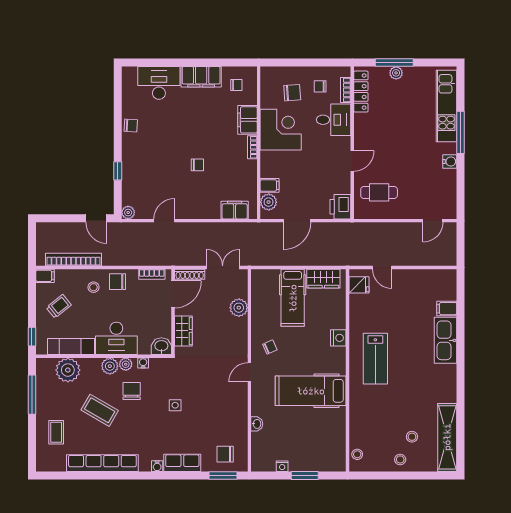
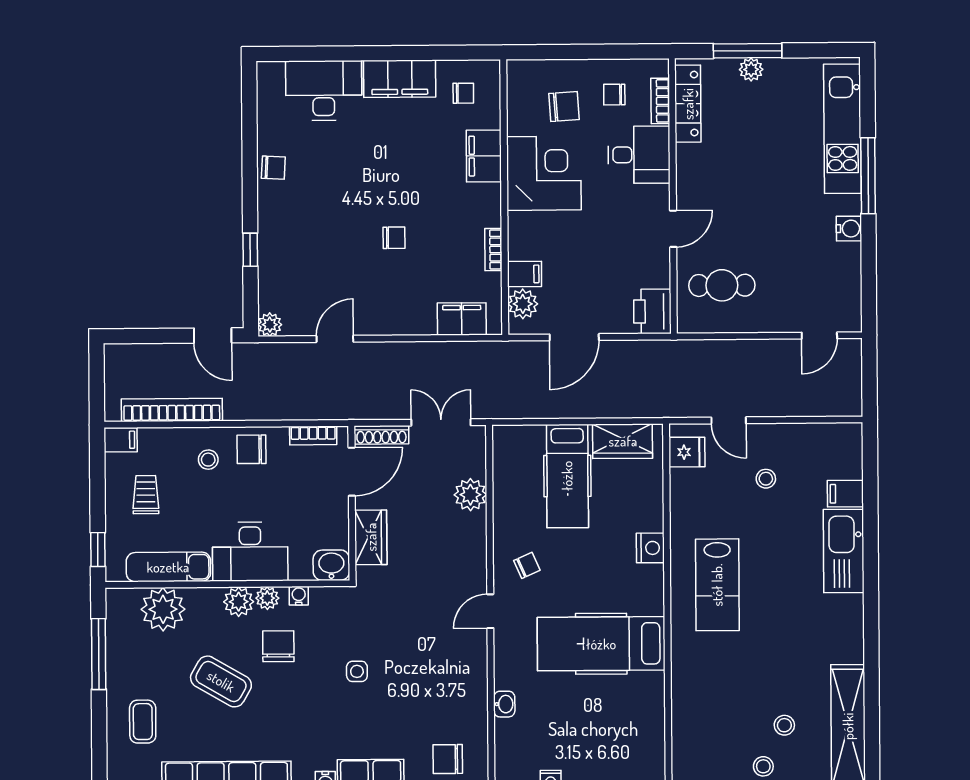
bookcase: (252, 147) -> (493, 250), moved
trolley: (59, 306) -> (146, 495), turned -51
stool: (357, 454) -> (766, 479), moved

